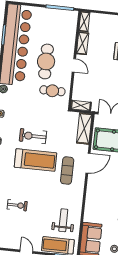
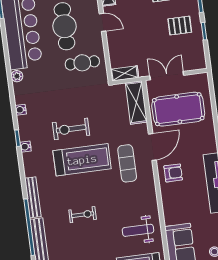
armchair: (98, 185) -> (173, 173), added
exercise bike: (17, 205) -> (83, 215), moved
weight bench: (63, 220) -> (138, 230), turned -90

